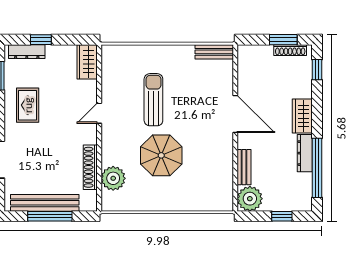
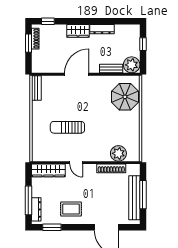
window: (41, 40) -> (28, 200), width x2.17
wardrobe: (87, 62) -> (48, 170), width x1.50
parasol: (161, 155) -> (125, 97), moved
window: (317, 168) -> (112, 21), removed

